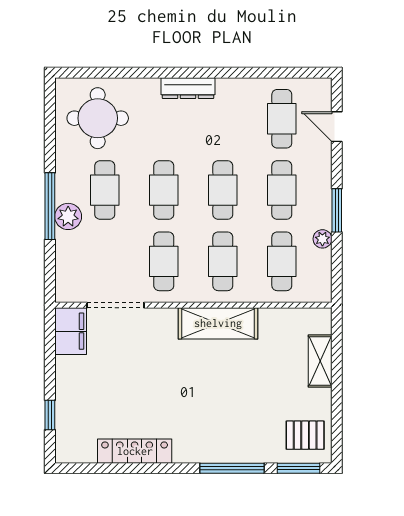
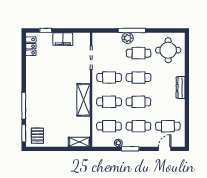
filing cabinet: (71, 331) -> (63, 39), moved
shelving: (320, 361) -> (79, 142), moved
locker: (135, 451) -> (31, 46), moved, width x0.66

